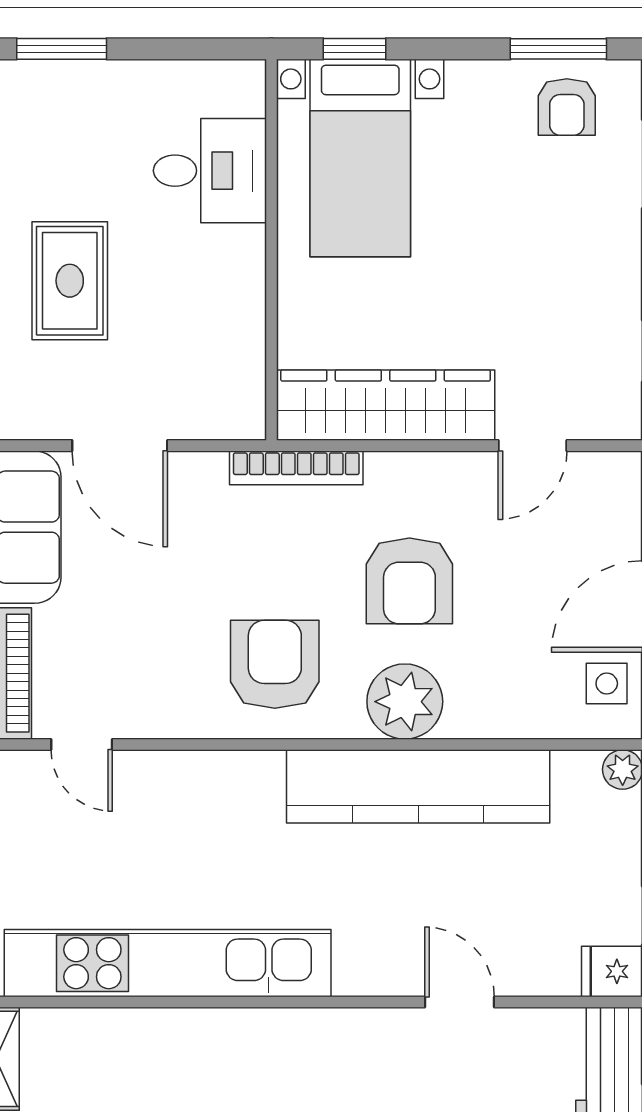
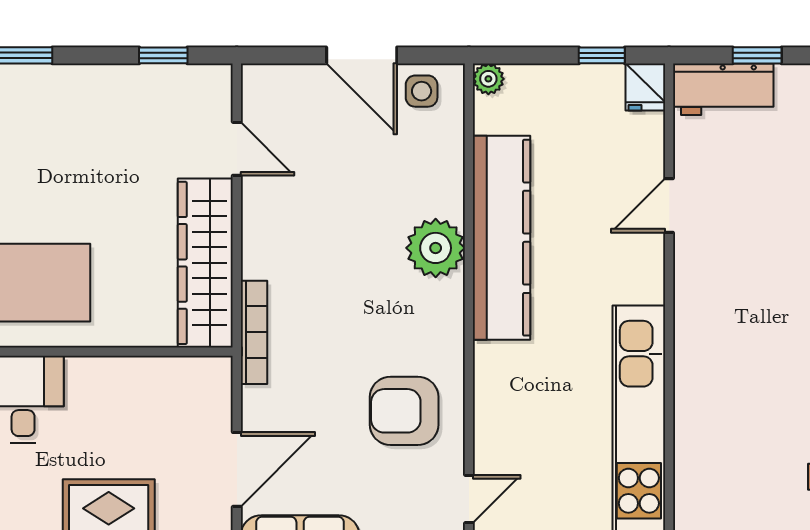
armchair: (409, 581) -> (342, 244), removed
armchair: (275, 664) -> (404, 411), moved

